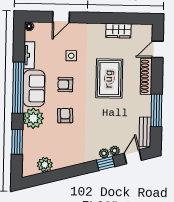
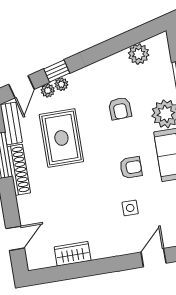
shoe rack: (146, 76) -> (19, 170), moved
rug: (109, 79) -> (61, 138), moved
armchair: (65, 116) -> (120, 109), moved

